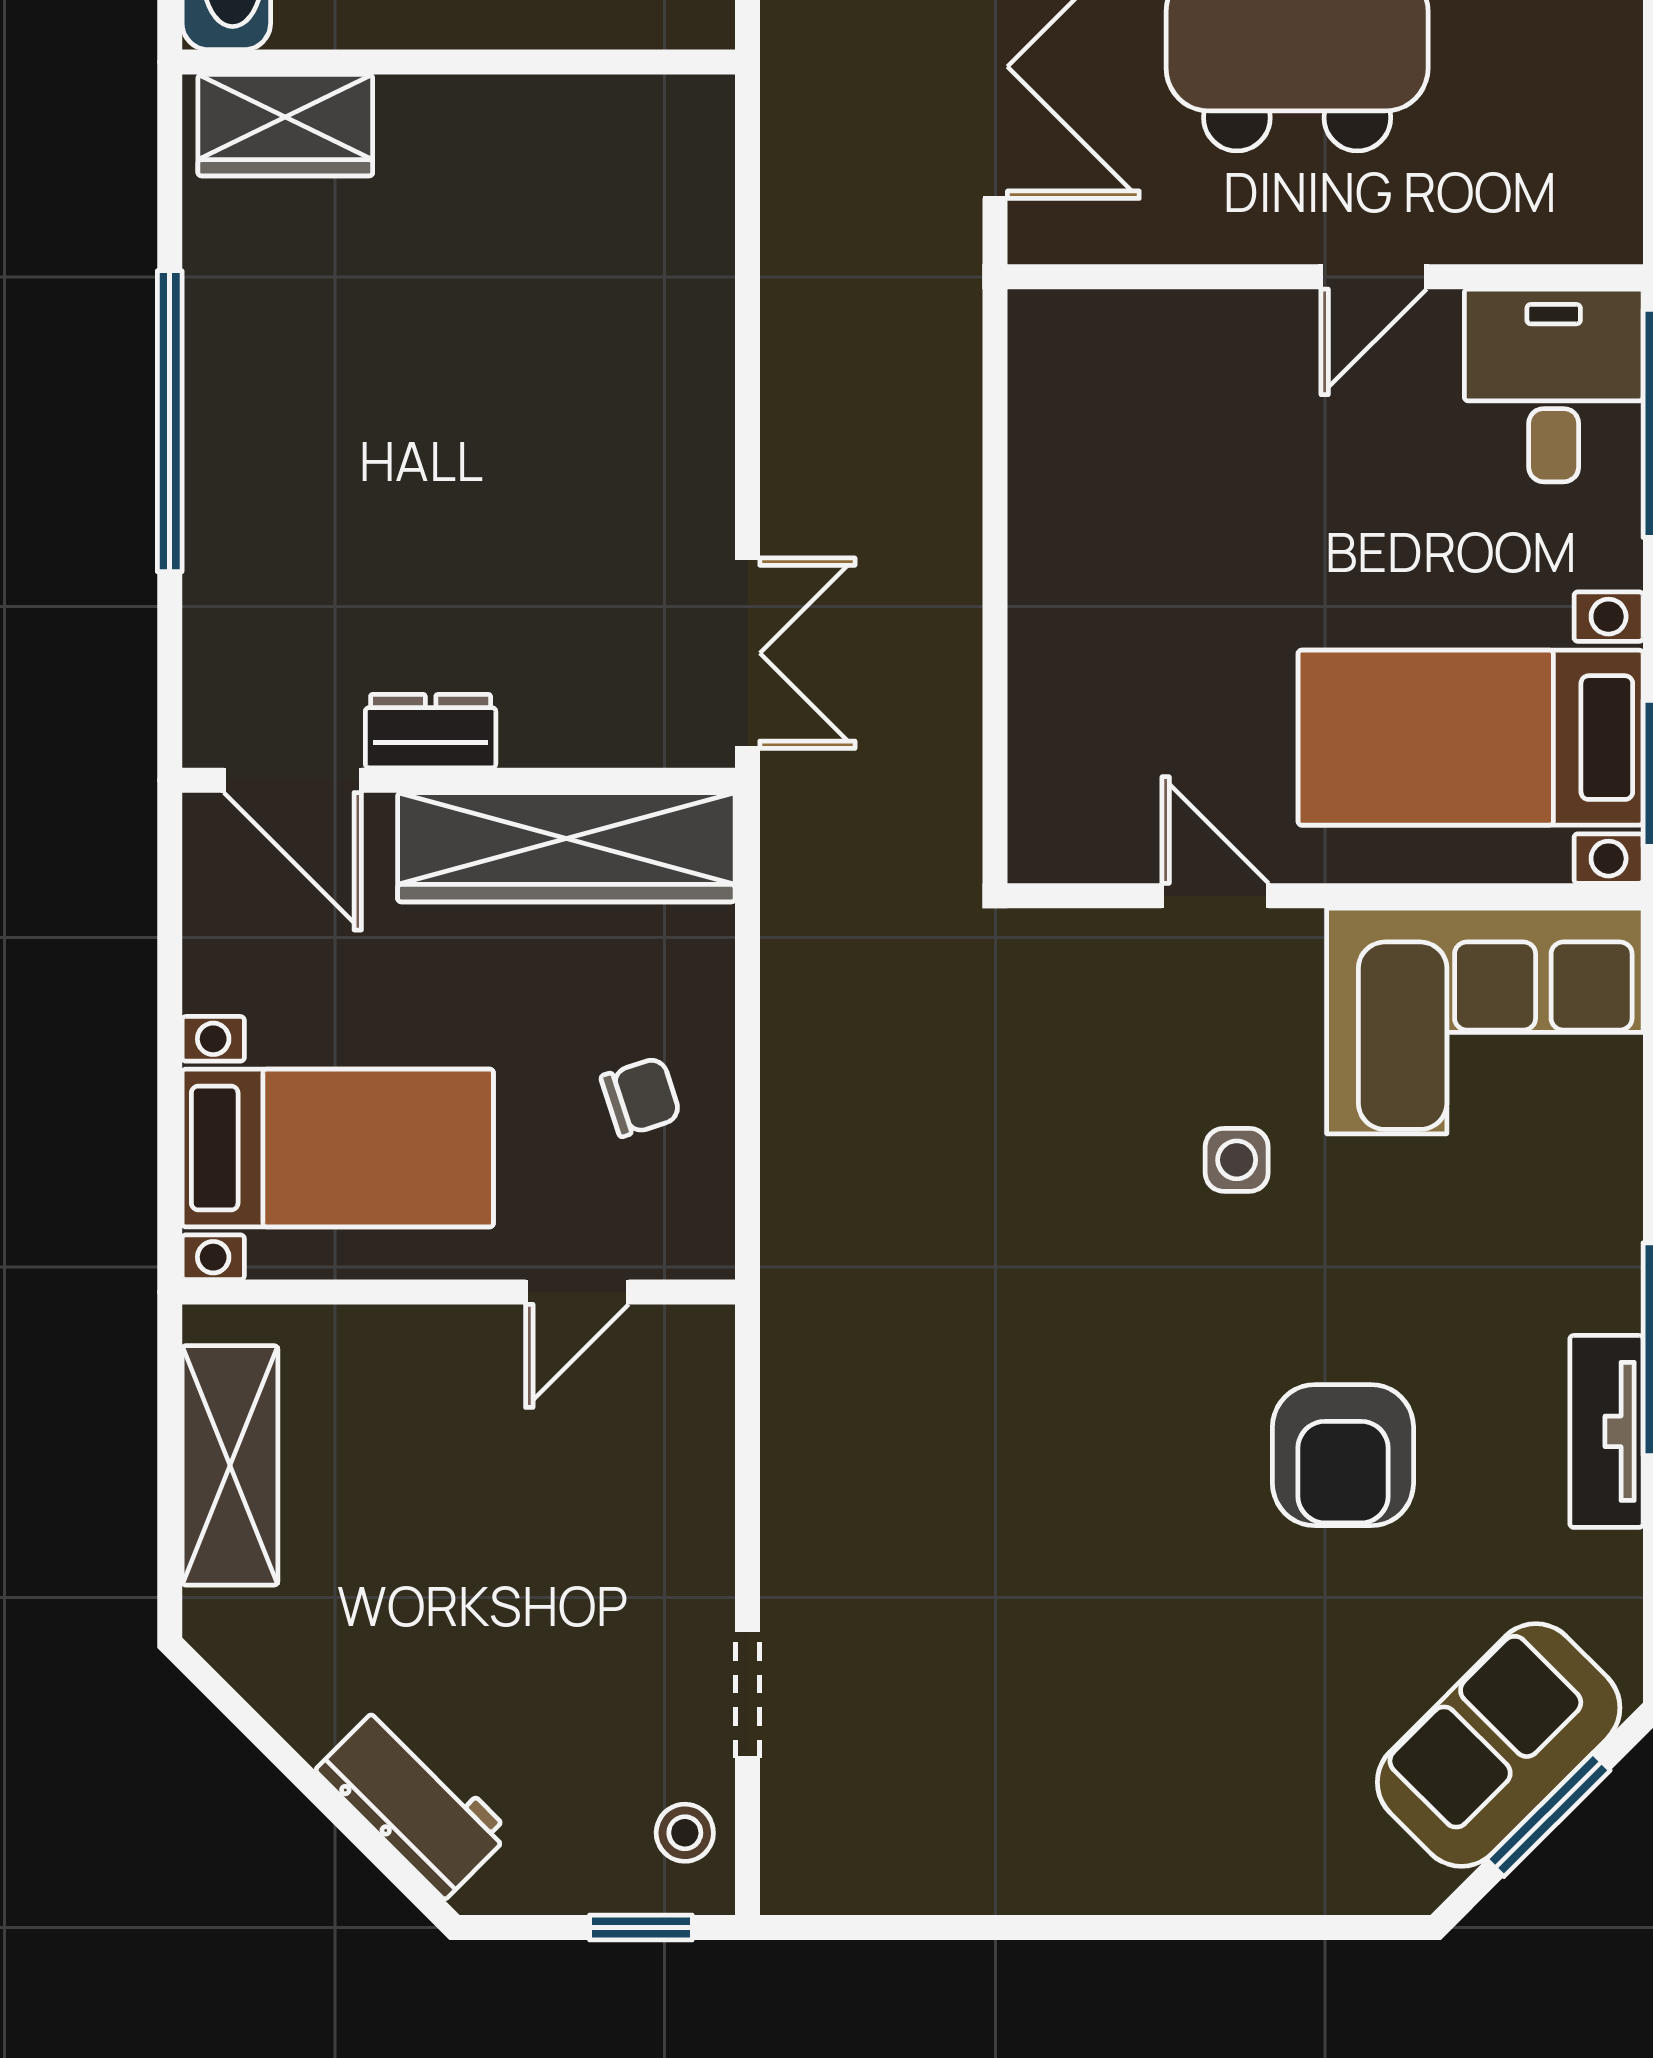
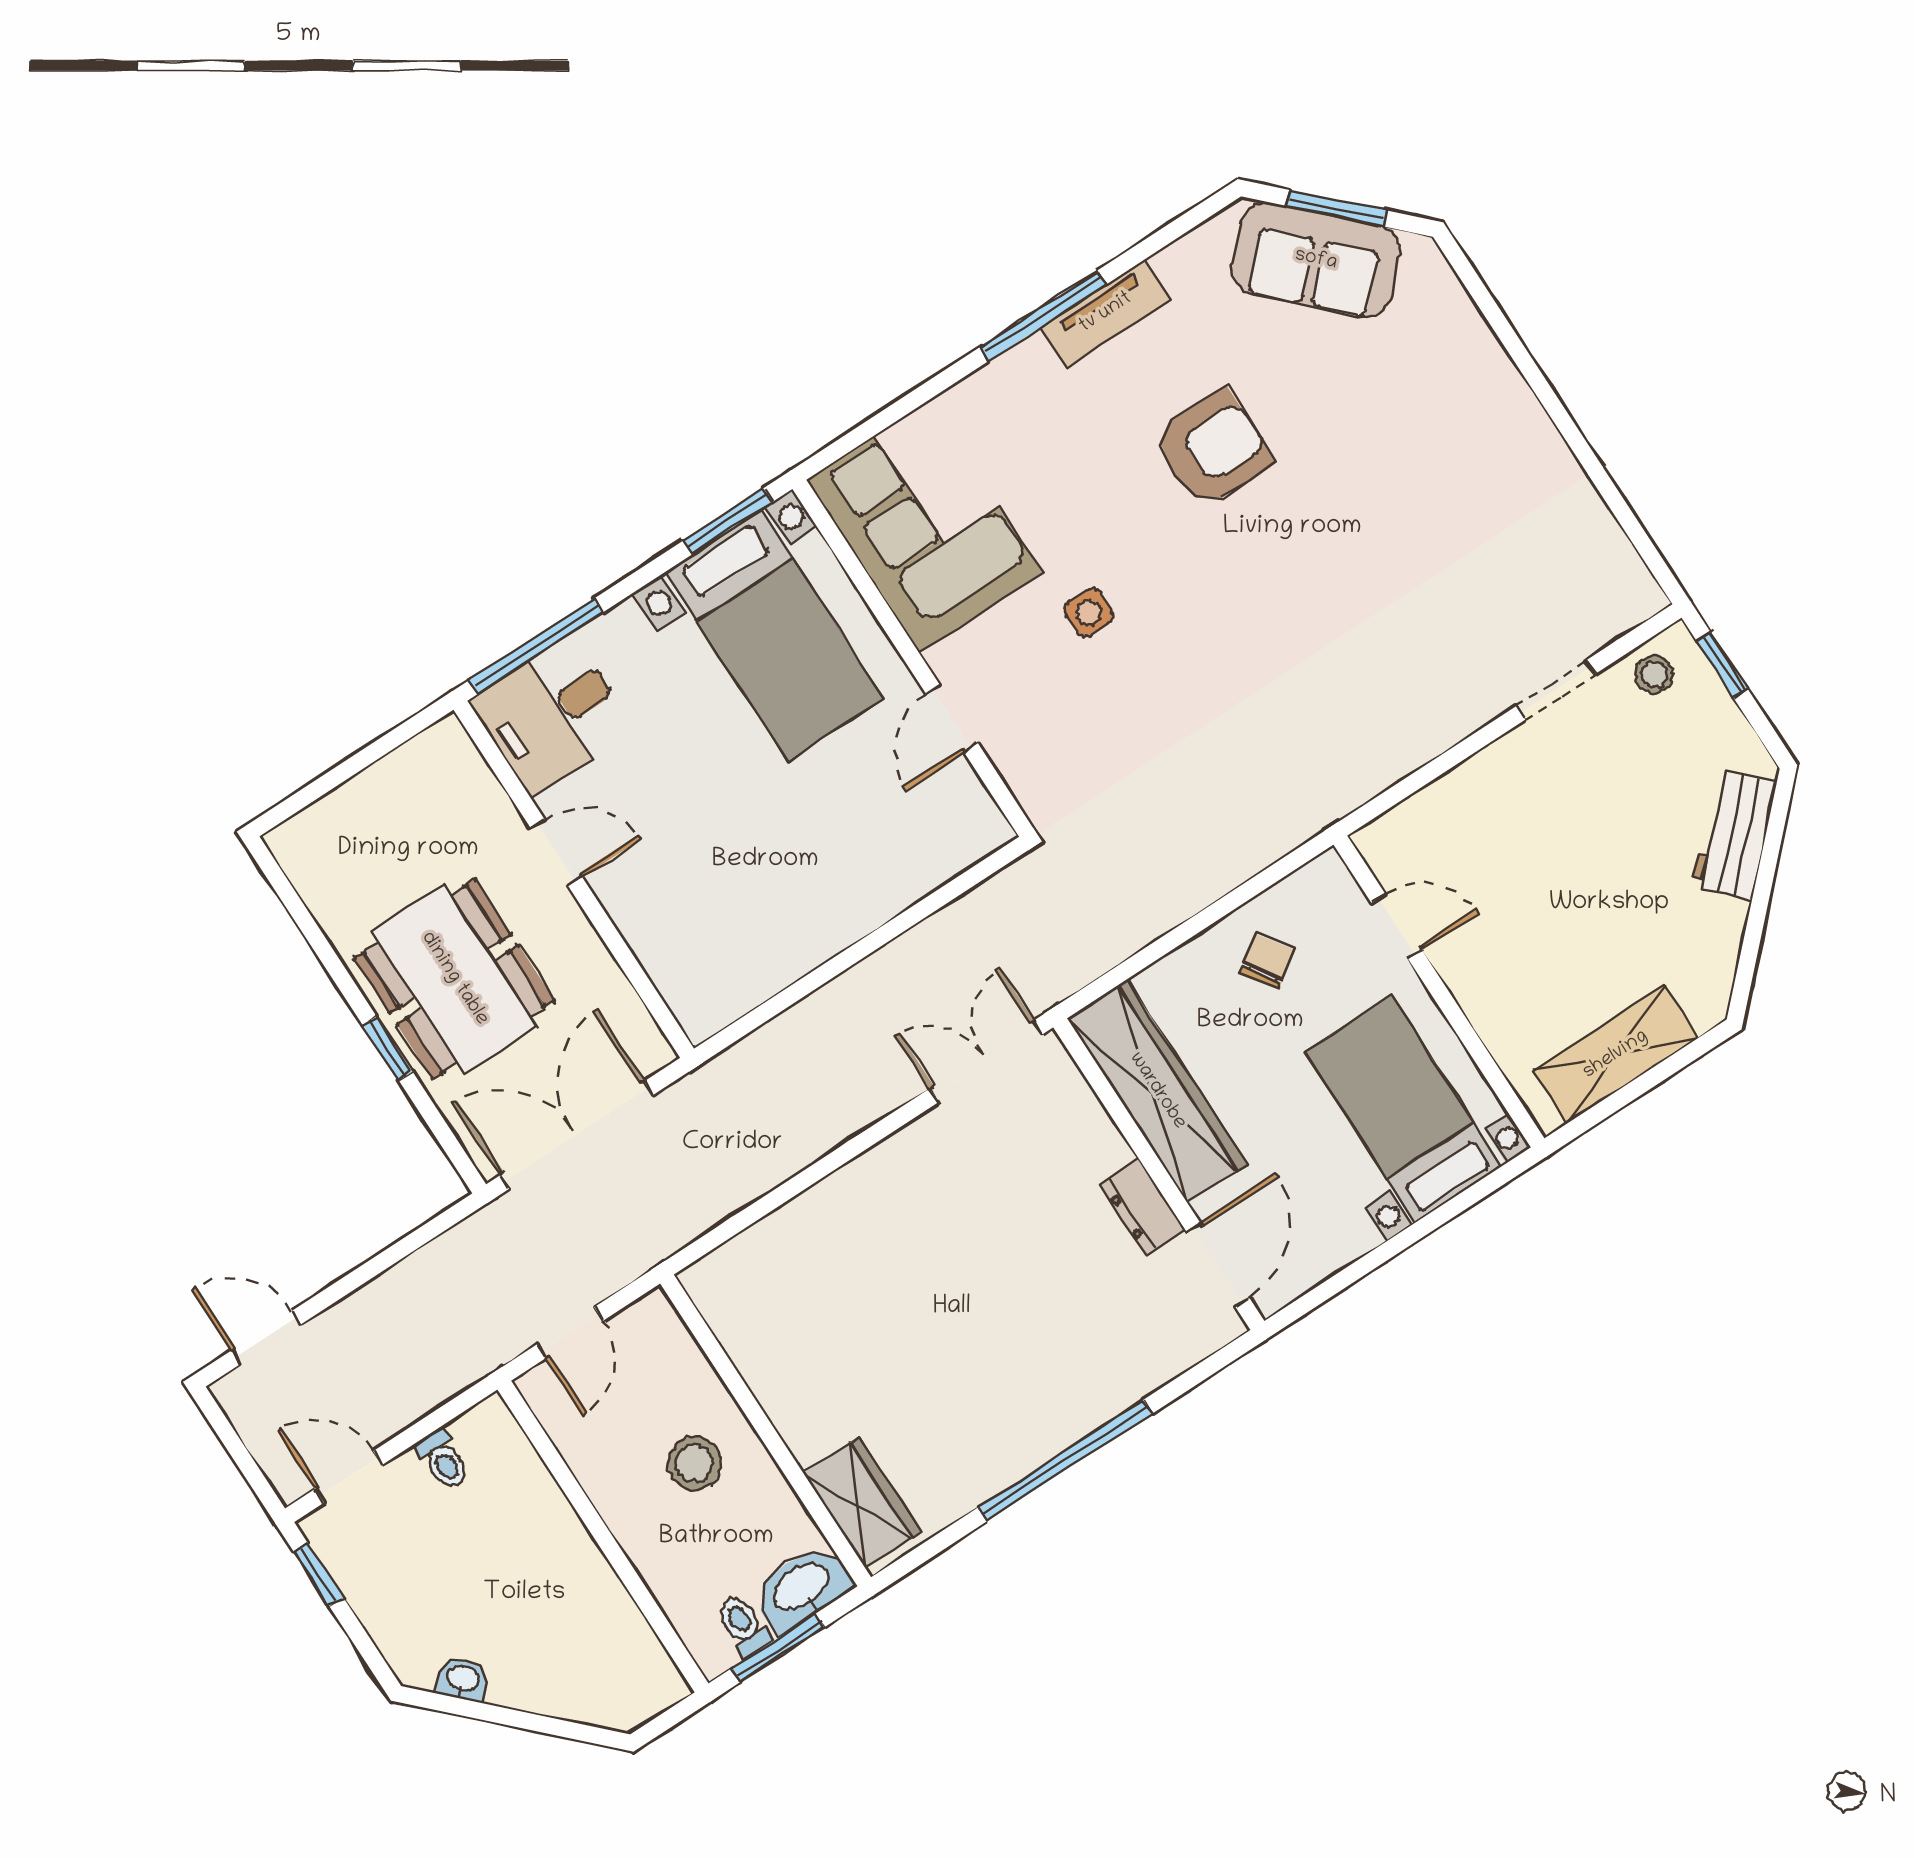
chair: (641, 1097) -> (1267, 961), turned 73

